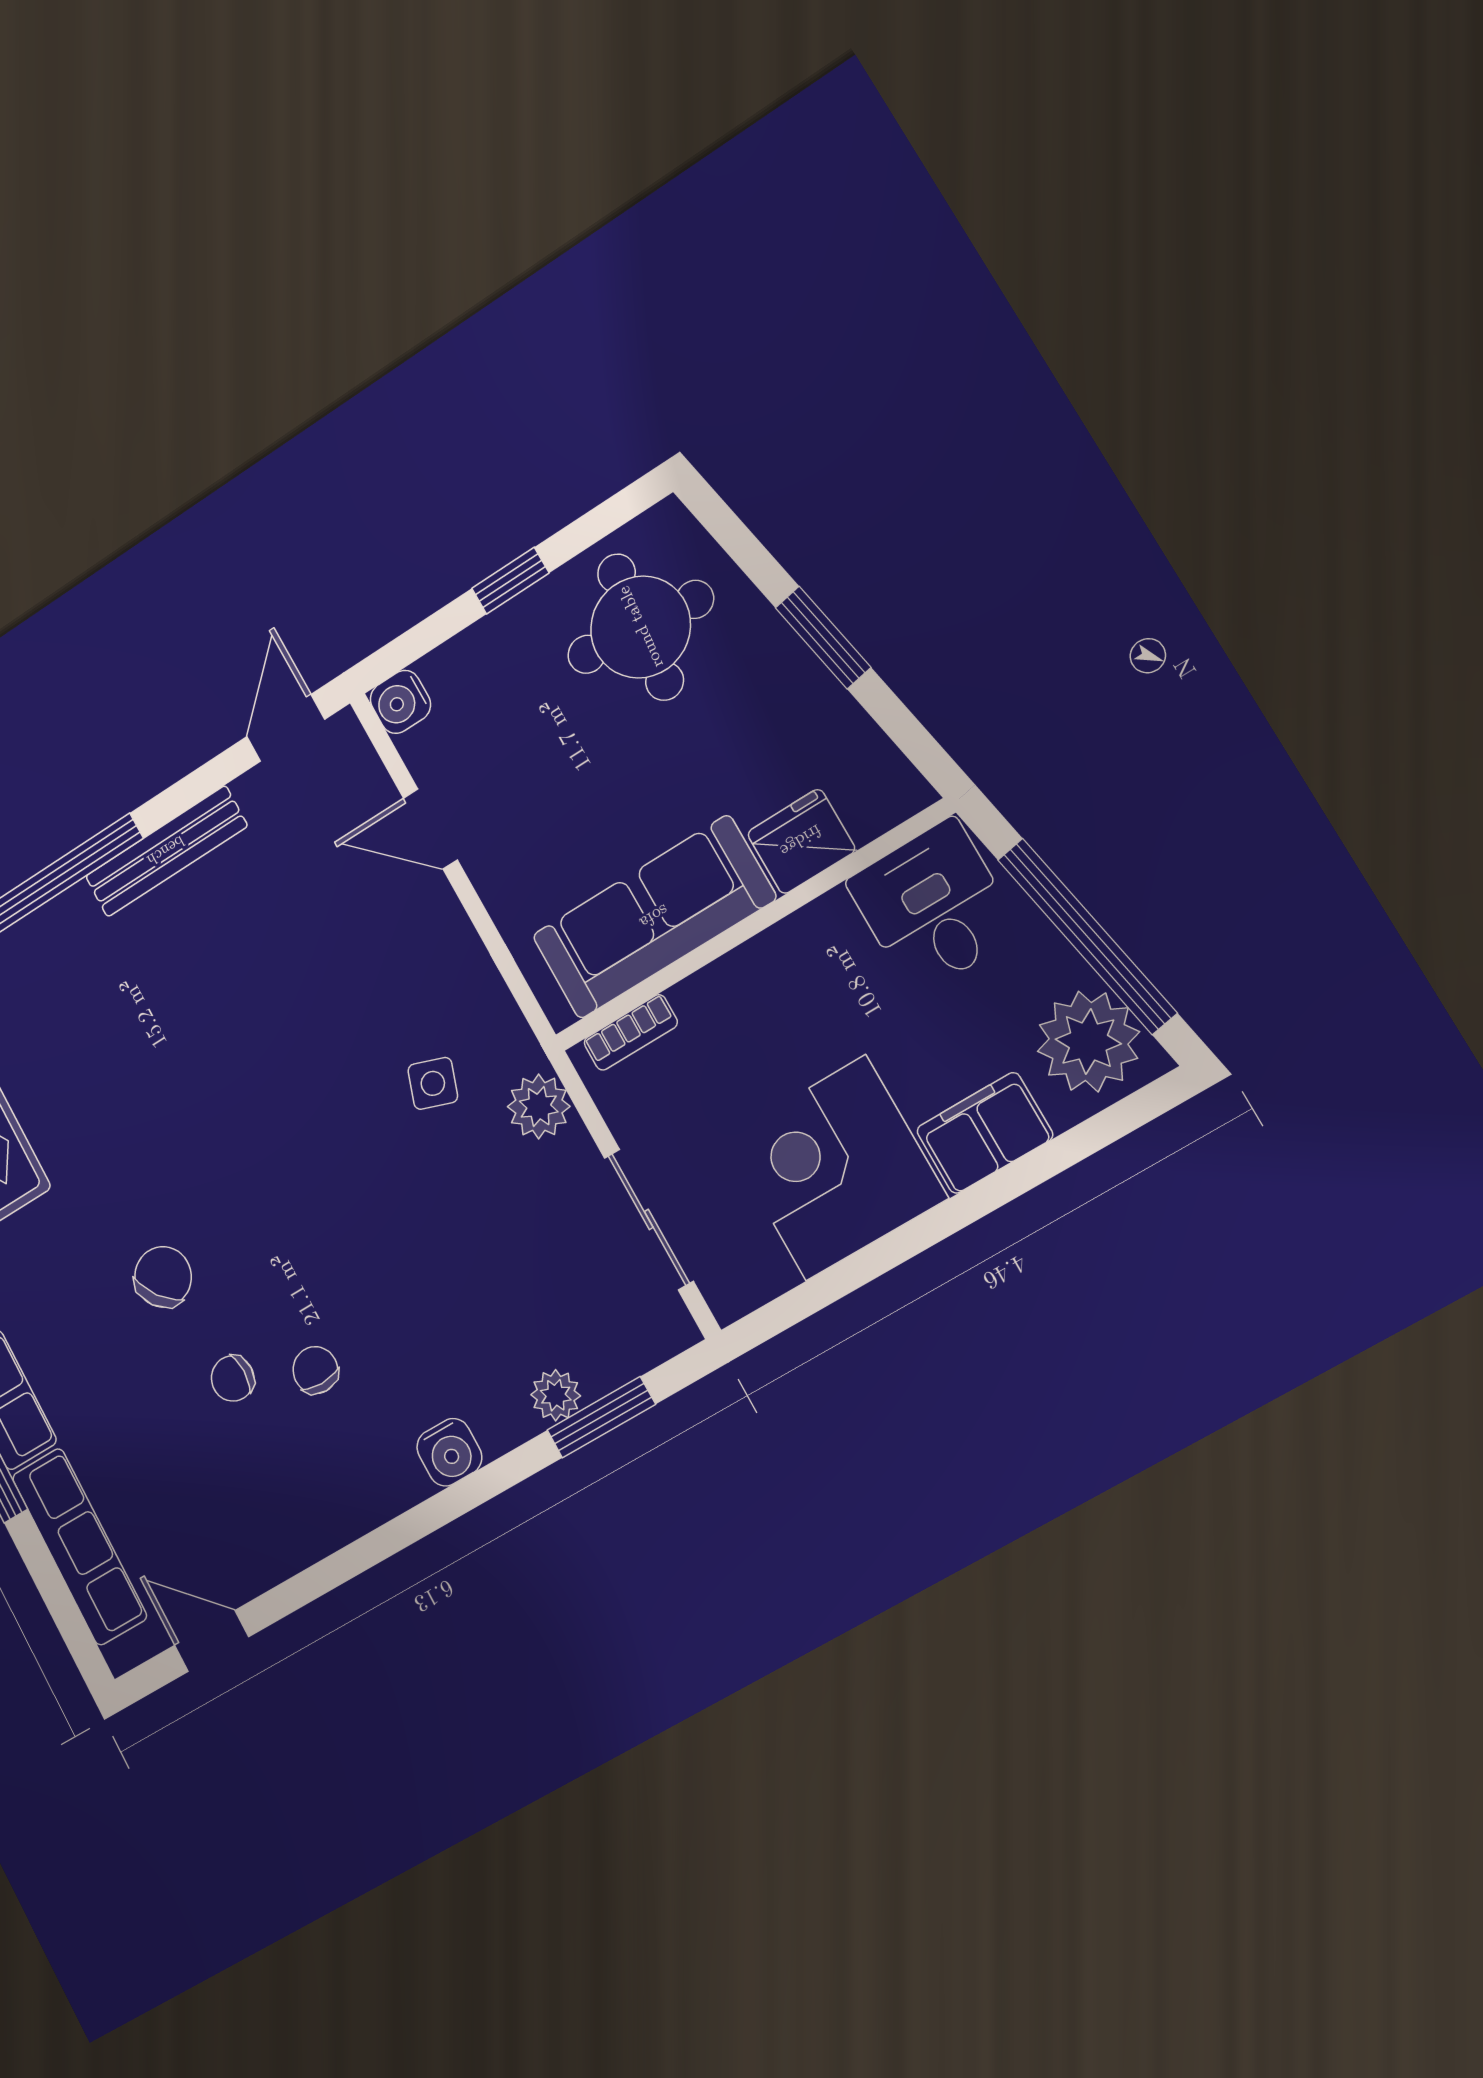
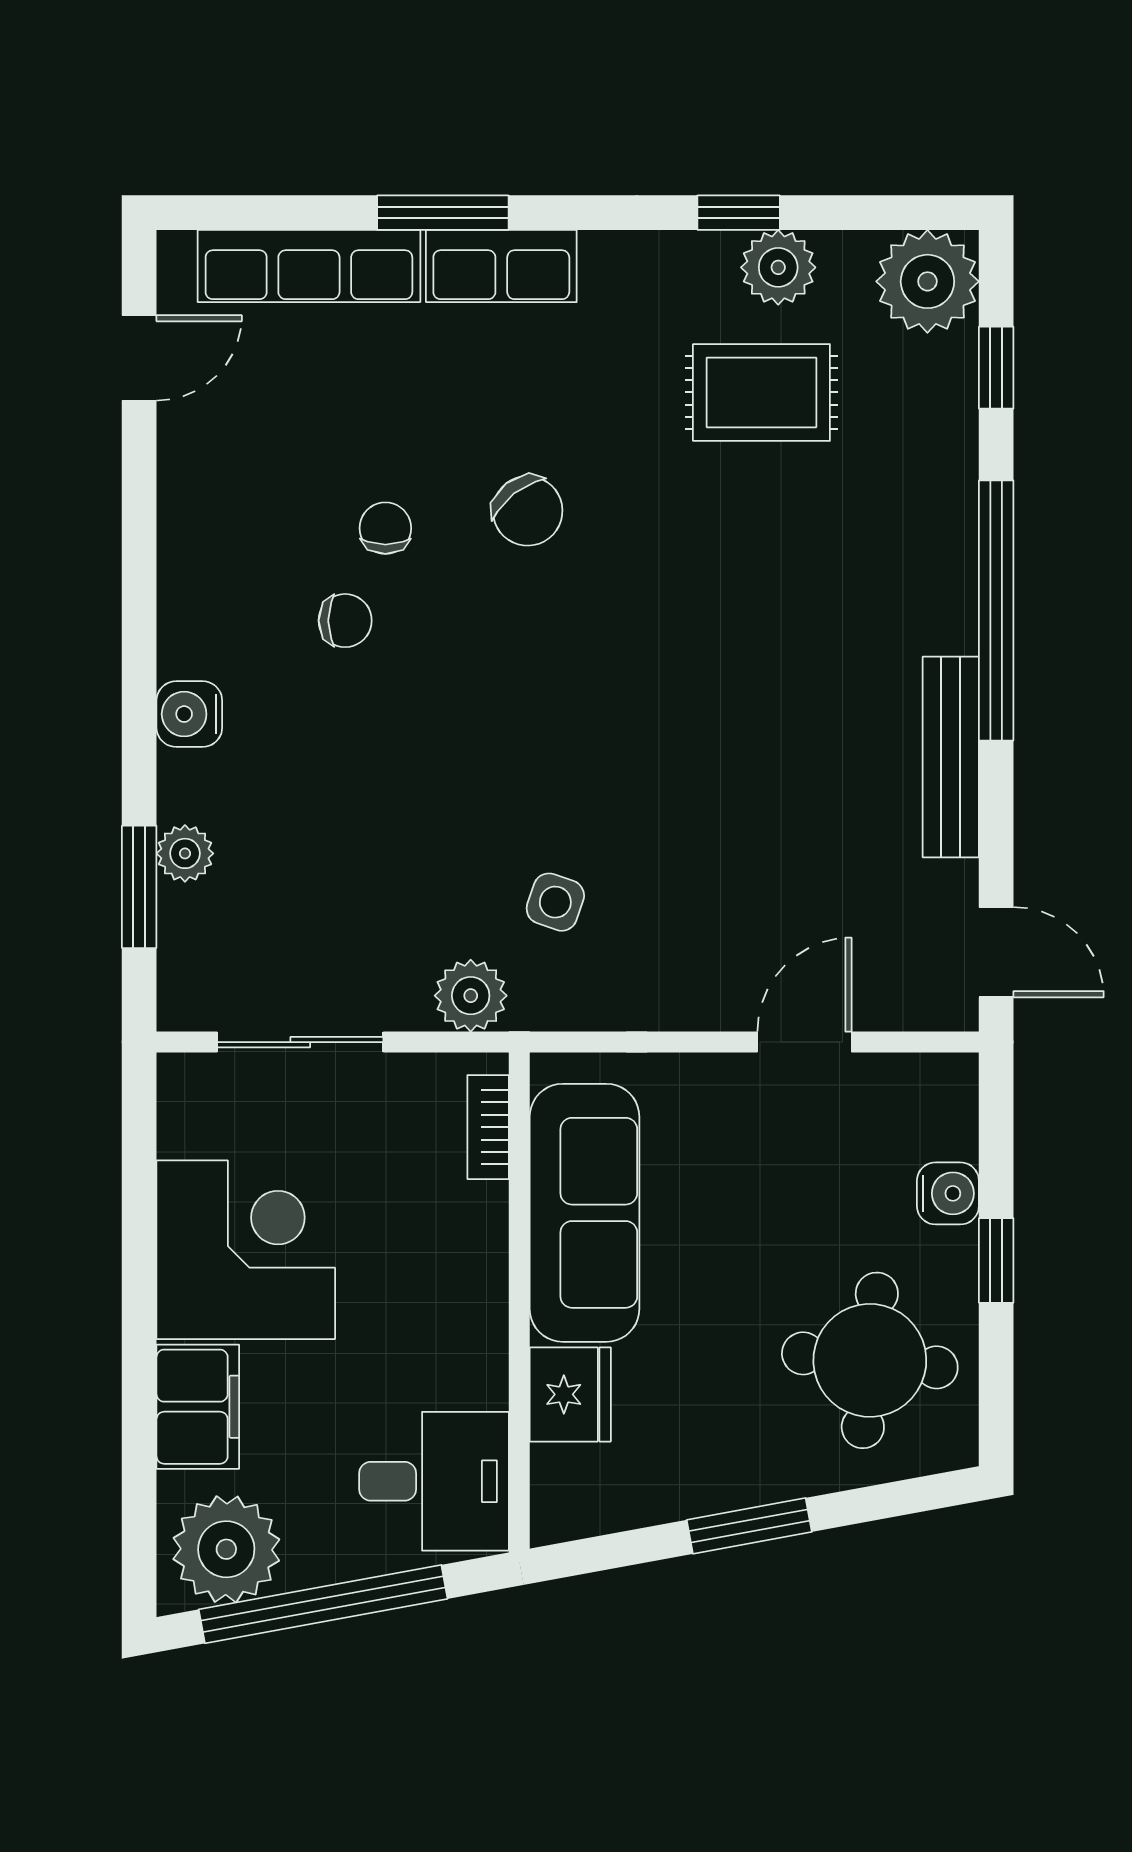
water cooler: (400, 702) -> (948, 1193), moved, turned 90

